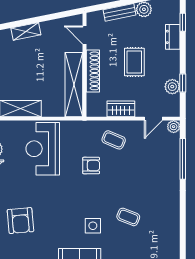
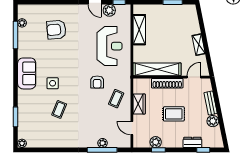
shelving: (26, 31) -> (199, 45), moved
plant: (174, 127) -> (103, 143), moved
reception desk: (43, 149) -> (110, 46), turned 90

